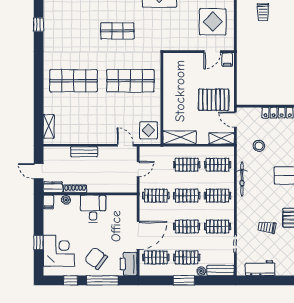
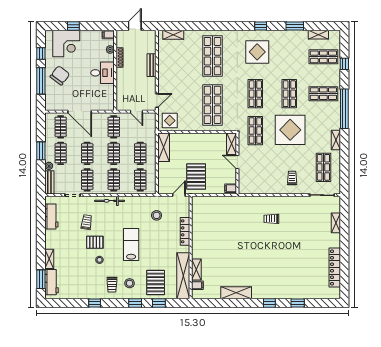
display table: (213, 22) -> (257, 52), moved
shop shelf: (160, 31) -> (255, 131), added
door: (212, 52) -> (237, 162), moved
shelving: (222, 138) -> (232, 144), moved
bicycle: (242, 179) -> (110, 201), moved
dresser: (53, 187) -> (121, 38), removed
printer: (129, 264) -> (55, 103), removed

